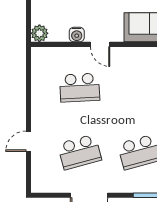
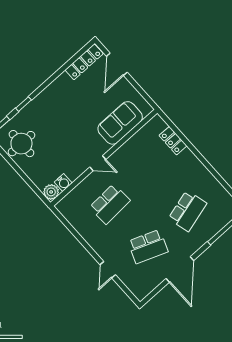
water cooler: (77, 35) -> (63, 183), moved
school desk: (80, 152) -> (148, 246), turned 36

